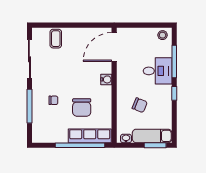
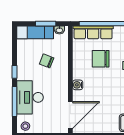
desk: (158, 71) -> (30, 97), width x1.37
chair: (82, 108) -> (101, 59), turned -90
window: (155, 145) -> (46, 24), moved

